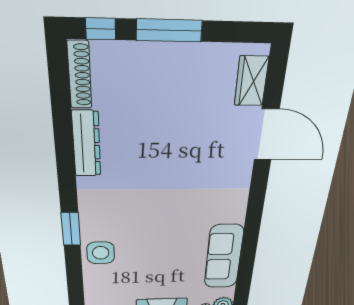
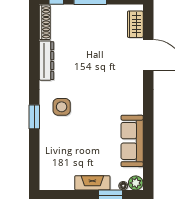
side table: (101, 253) -> (62, 107), moved

